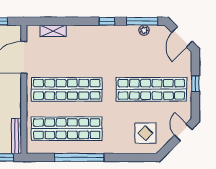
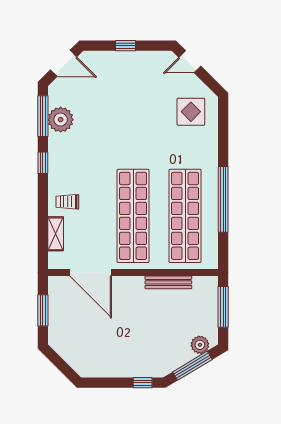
plant: (144, 30) -> (61, 120), width x1.88, depth x1.88
trolley: (77, 40) -> (67, 202), added
shop shelf: (151, 89) -> (133, 104), removed
bench: (16, 136) -> (168, 282), moved

